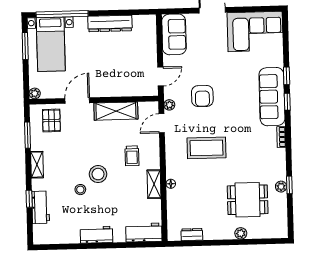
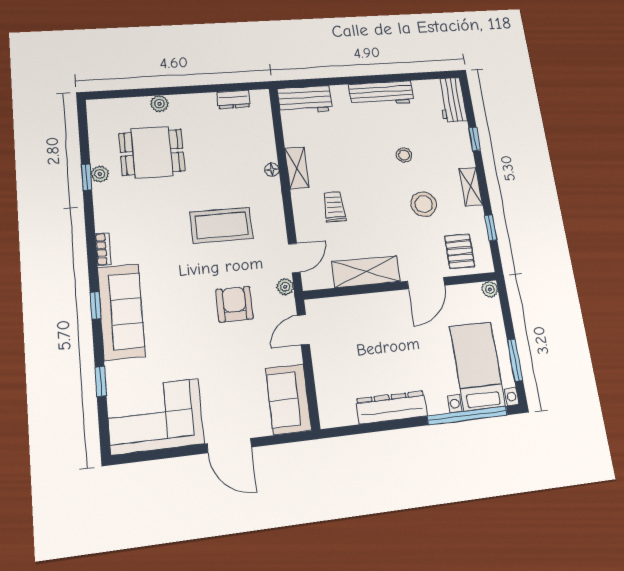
window: (287, 76) -> (101, 381), moved
window: (27, 135) -> (491, 228), width x0.67
stool: (98, 174) -> (424, 204), moved
workbench: (41, 207) -> (452, 100), moved
workbench: (96, 235) -> (381, 93), width x1.38

